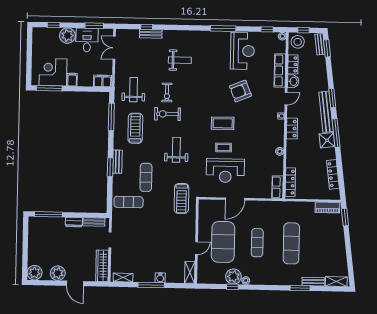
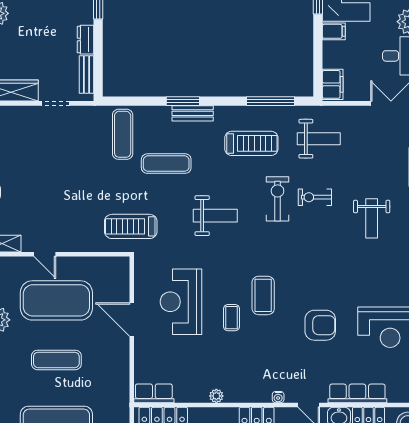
armchair: (240, 91) -> (320, 325), turned 112
coffee table: (224, 147) -> (231, 318), moved

